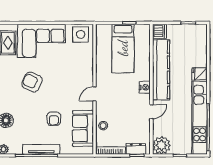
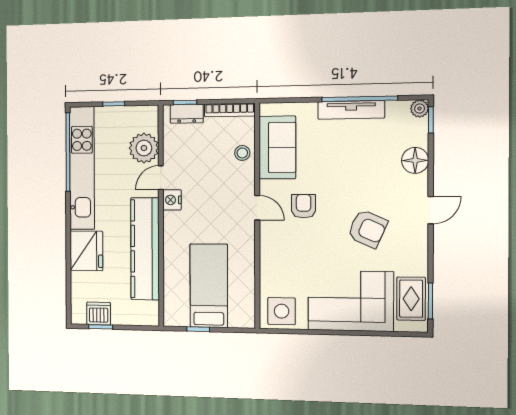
dishwasher: (159, 31) -> (99, 314), moved, turned 90
fridge: (200, 74) -> (86, 251), width x1.88, depth x1.34
nightstand: (145, 87) -> (172, 200), moved
door: (95, 94) -> (257, 208), hinge flipped
armchair: (54, 119) -> (304, 206), moved
plant: (162, 145) -> (144, 148), moved

